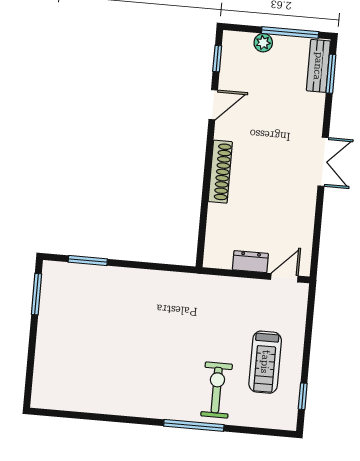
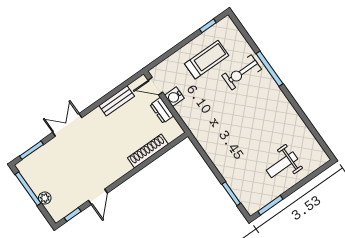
bench: (318, 66) -> (117, 101), moved
door: (213, 105) -> (98, 197), swing flipped
double door: (323, 162) -> (67, 125), moved
shoe rack: (220, 172) -> (148, 151), moved
water cooler: (254, 289) -> (174, 97), added
weight bench: (72, 347) -> (282, 165), added

